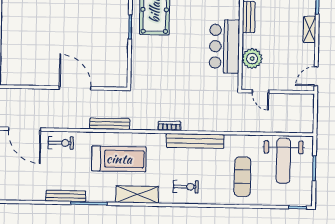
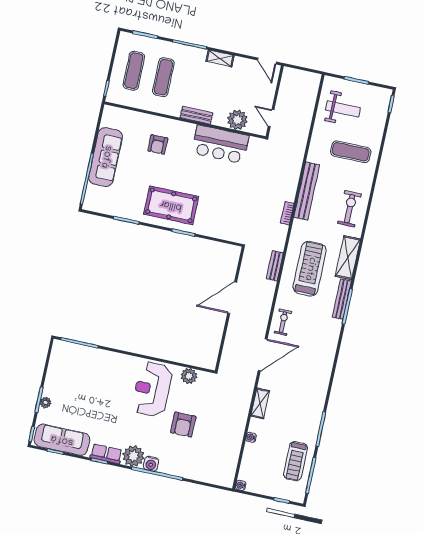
door: (261, 91) -> (271, 118), swing flipped
bench: (110, 124) -> (275, 266), width x0.73
weight bench: (283, 161) -> (343, 109), width x0.73, depth x0.75
exercise bike: (186, 187) -> (350, 209), width x1.38, depth x1.39
bench: (66, 196) -> (342, 299), moved

